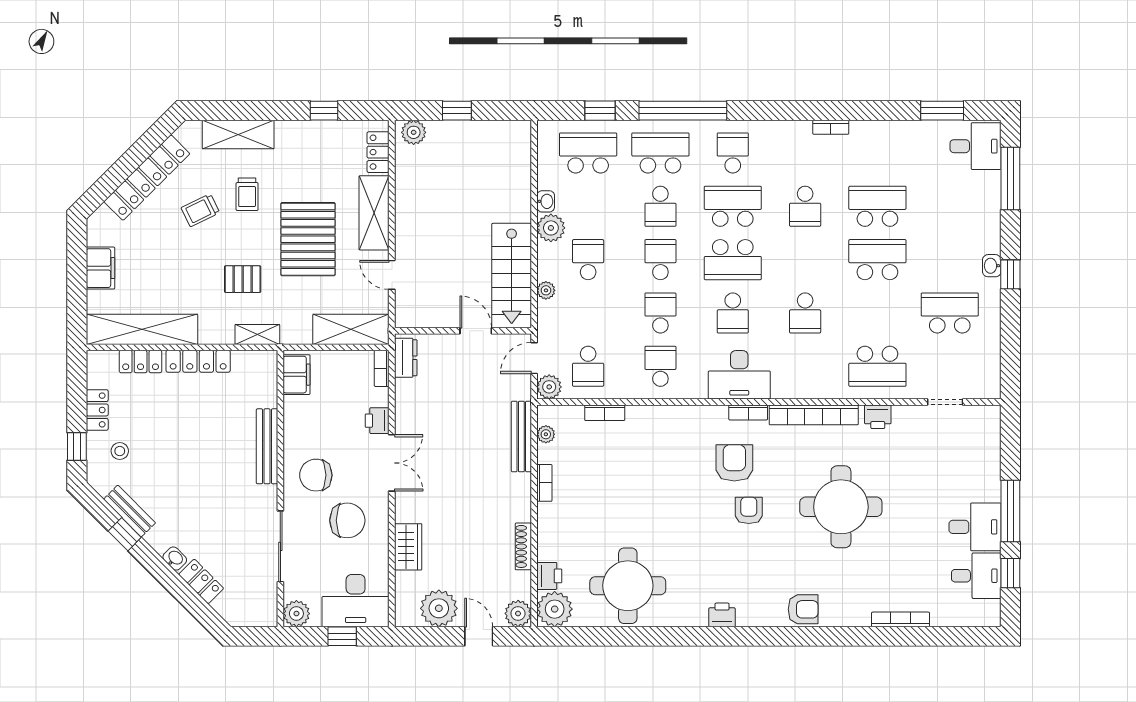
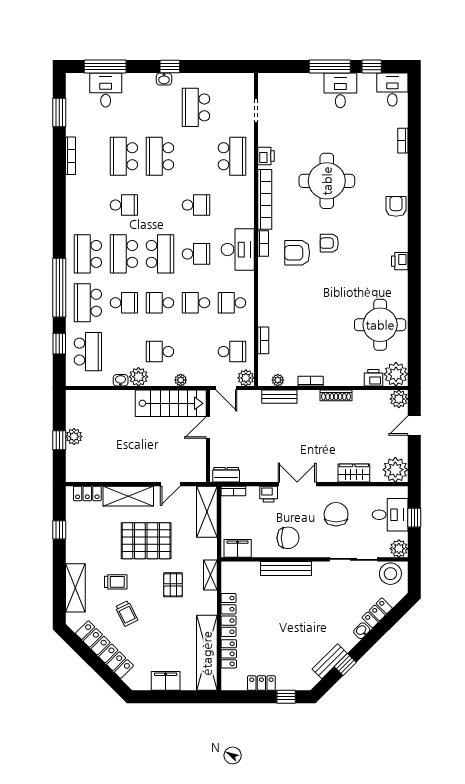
bookcase: (831, 127) -> (71, 156), moved, width x1.56
plant: (414, 132) -> (74, 437), moved
desk: (975, 146) -> (106, 90), moved
school desk: (588, 153) -> (88, 352), turned 180
school desk: (733, 153) -> (88, 254), width x1.85
bench: (521, 436) -> (279, 397), width x0.73
stool: (120, 451) -> (390, 574), moved, width x1.89, depth x1.89
chair: (316, 475) -> (288, 538), moved, turned -90
shoe rack: (523, 546) -> (336, 395), moved
desk: (976, 576) -> (392, 90), moved
desk: (356, 601) -> (390, 515), width x0.73
plant: (439, 608) -> (395, 470), moved
bookcase: (901, 619) -> (403, 141), width x0.64

